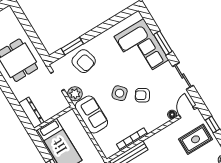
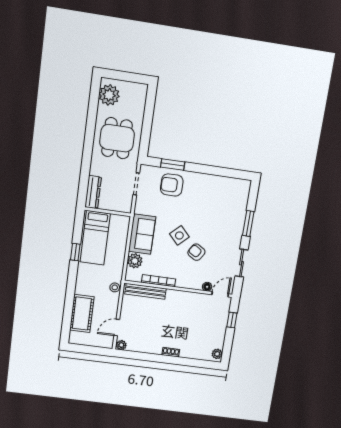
corner sofa: (141, 48) -> (228, 213), removed
armchair: (84, 61) -> (172, 185), turned 105
plant: (75, 94) -> (135, 261), moved
rug: (196, 139) -> (209, 321), removed

